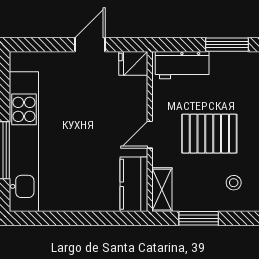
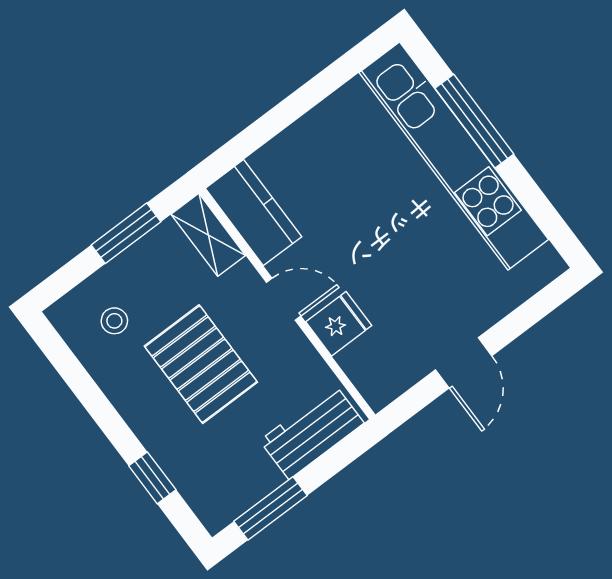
fridge: (133, 63) -> (339, 324), moved
pallet: (209, 134) -> (201, 364), turned 90
door: (150, 135) -> (284, 299), hinge flipped

